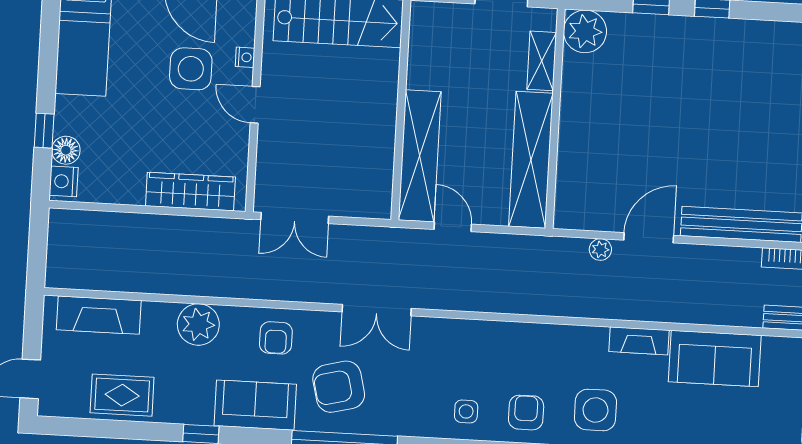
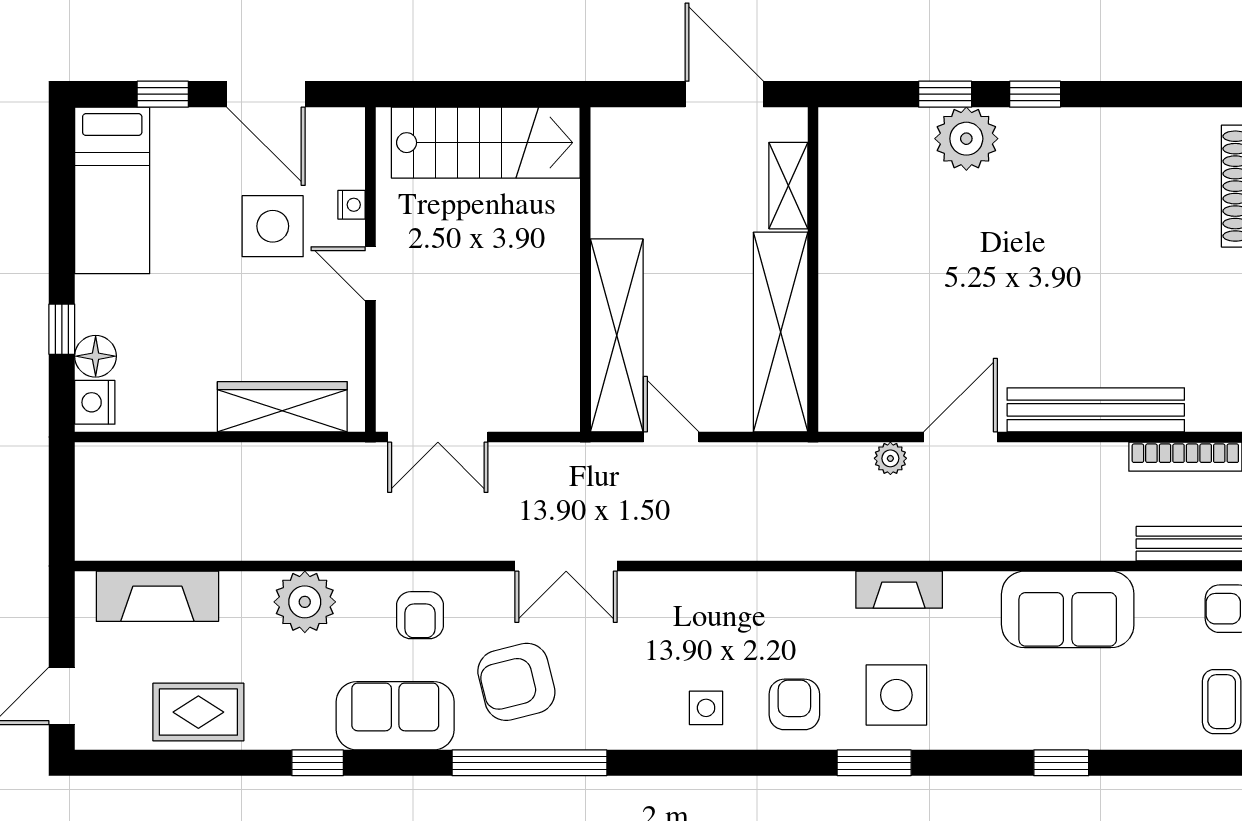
plant: (585, 31) -> (966, 139), moved
fireplace: (639, 341) -> (899, 590), moved

